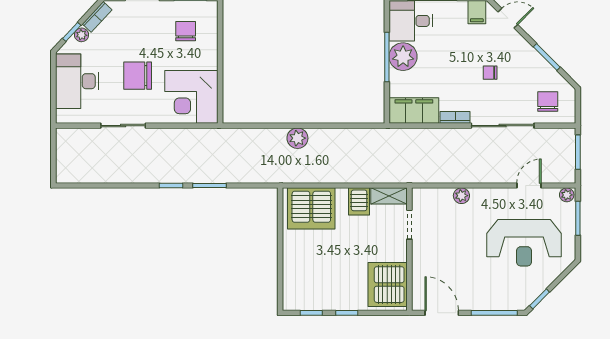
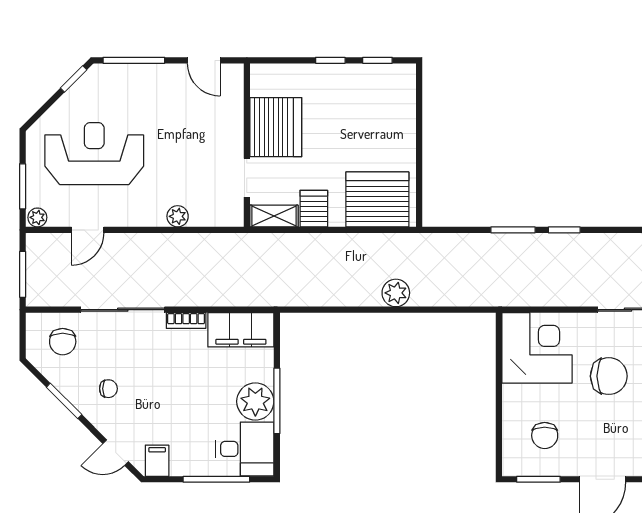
chair: (490, 73) -> (108, 389), moved
server rack: (388, 285) -> (276, 127), moved
door: (442, 313) -> (204, 60), width x0.73

